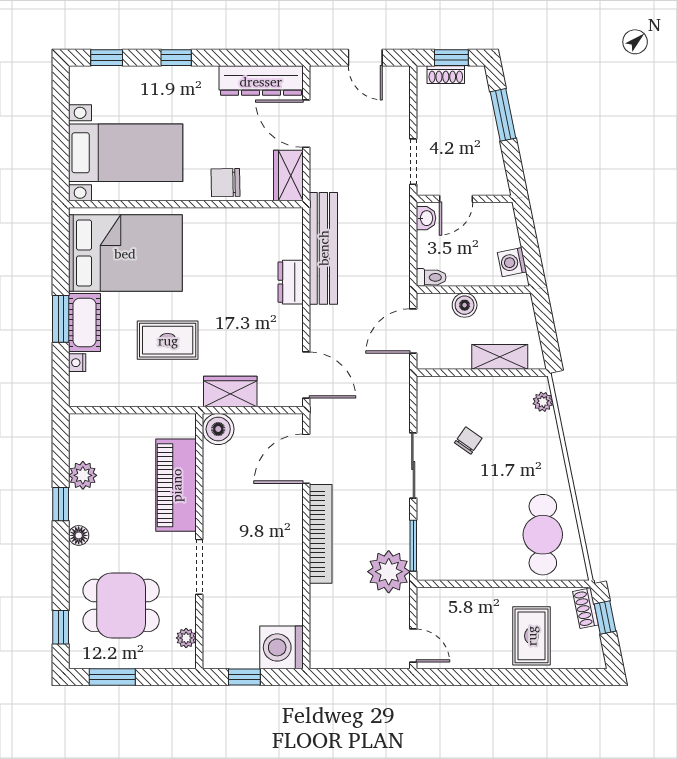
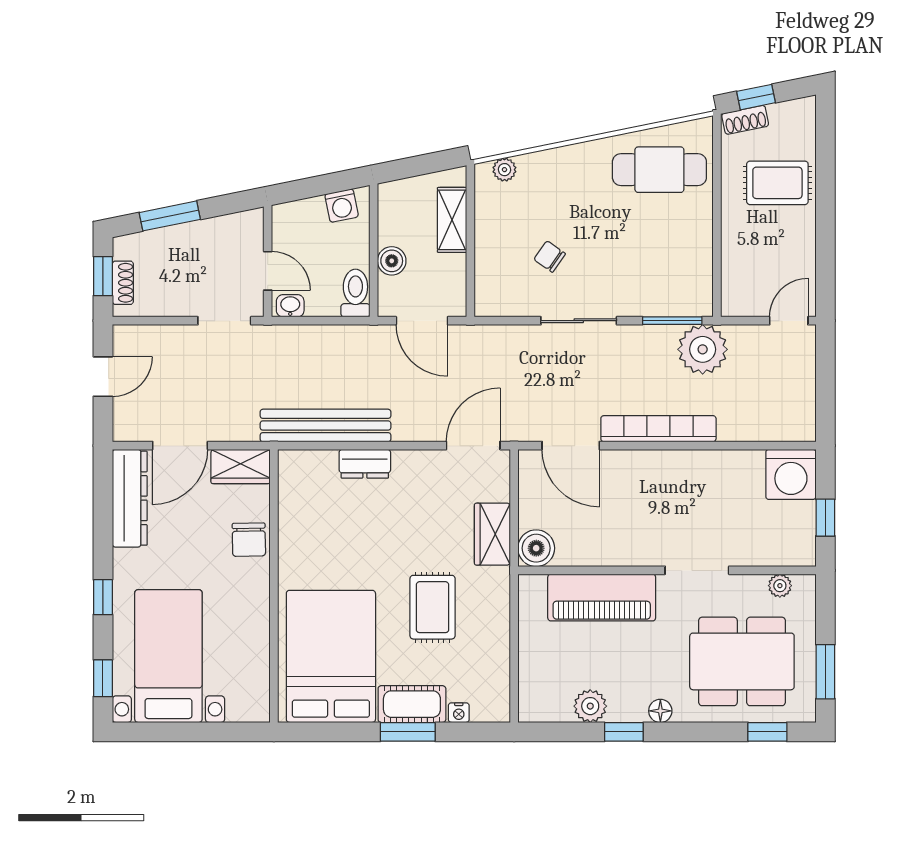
bed with nightstands: (126, 153) -> (168, 656), moved
toilet: (431, 277) -> (355, 293), width x1.37, depth x1.39
dining table: (121, 605) -> (742, 661), width x1.38

